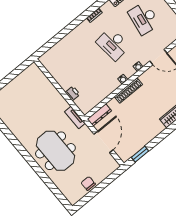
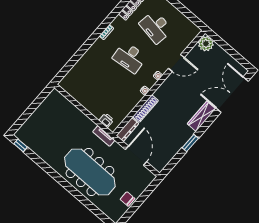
shoe rack: (128, 91) -> (145, 109), moved
printer: (73, 93) -> (106, 120), moved
meeting table: (55, 151) -> (90, 172), width x1.36
window: (140, 154) -> (190, 143), moved

